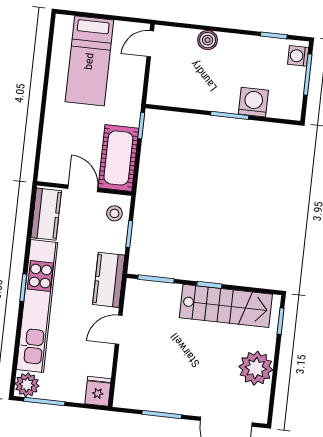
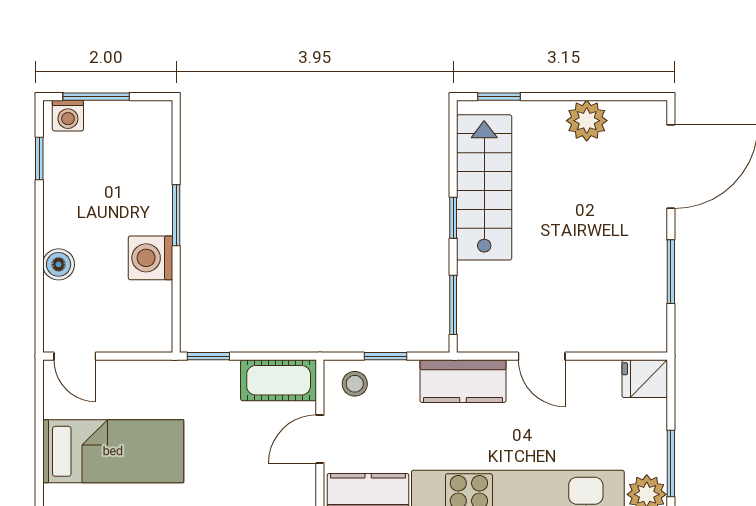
washing machine: (253, 102) -> (150, 258), moved
cot: (118, 158) -> (279, 380), width x0.73, depth x0.75
plant: (256, 368) -> (587, 121), width x0.73, depth x0.73

